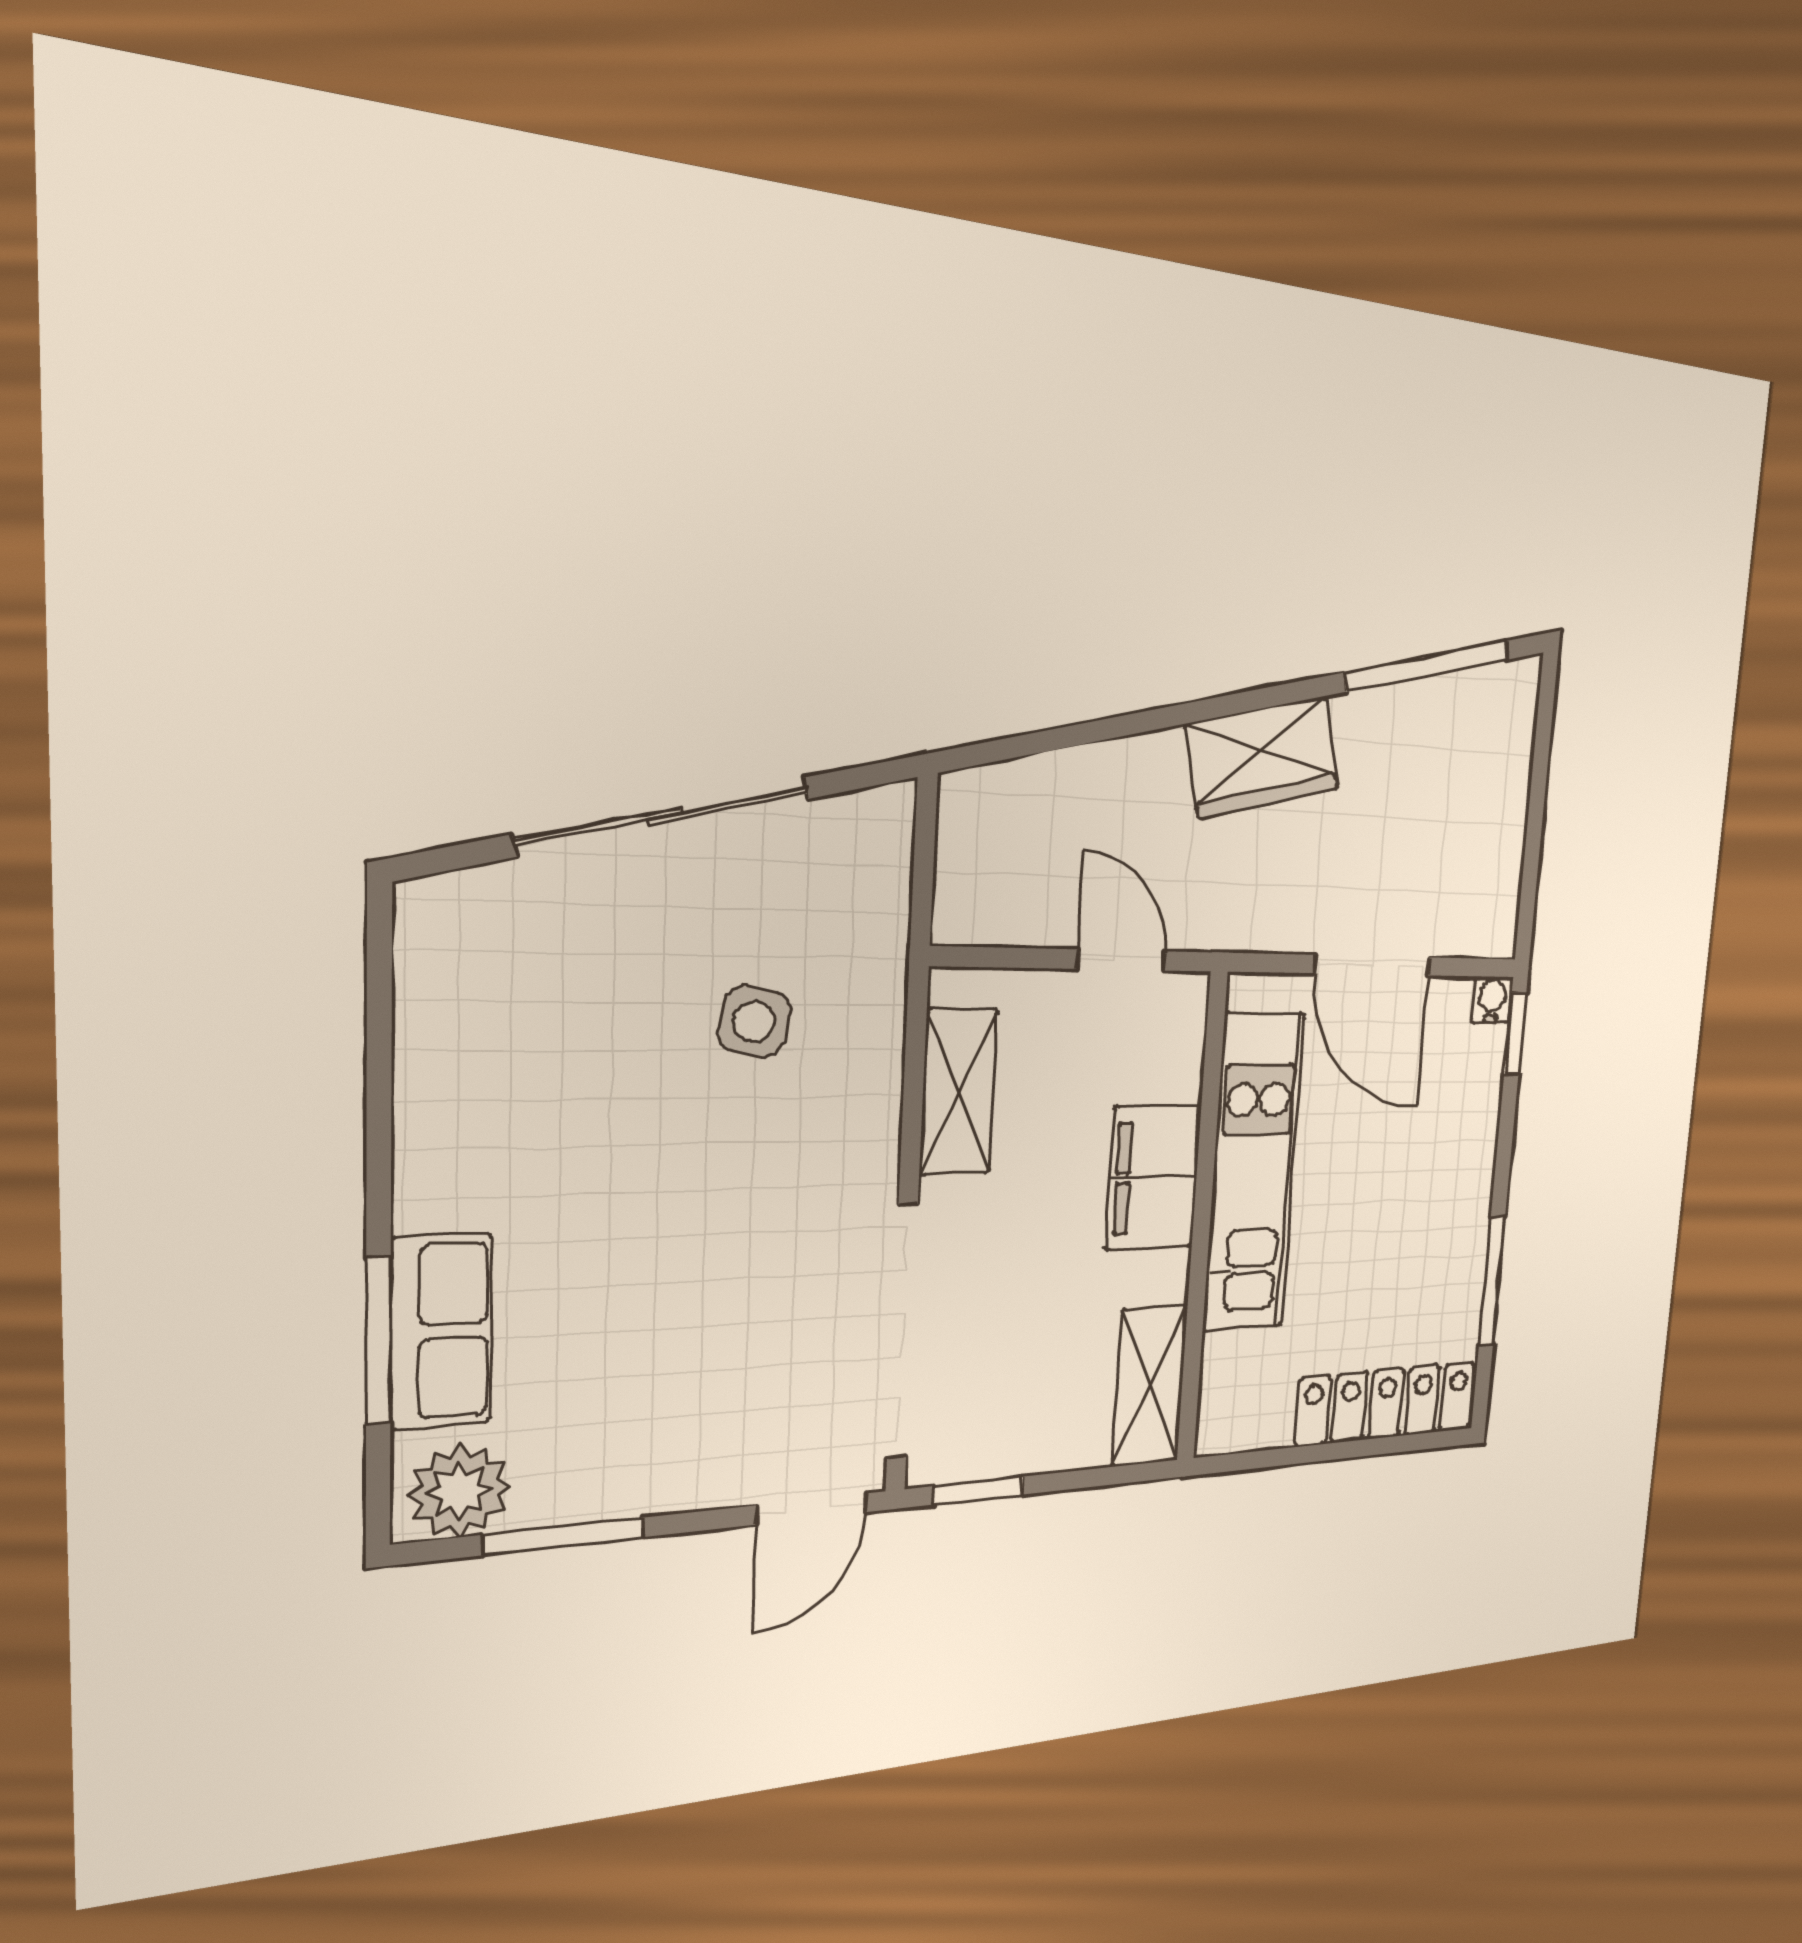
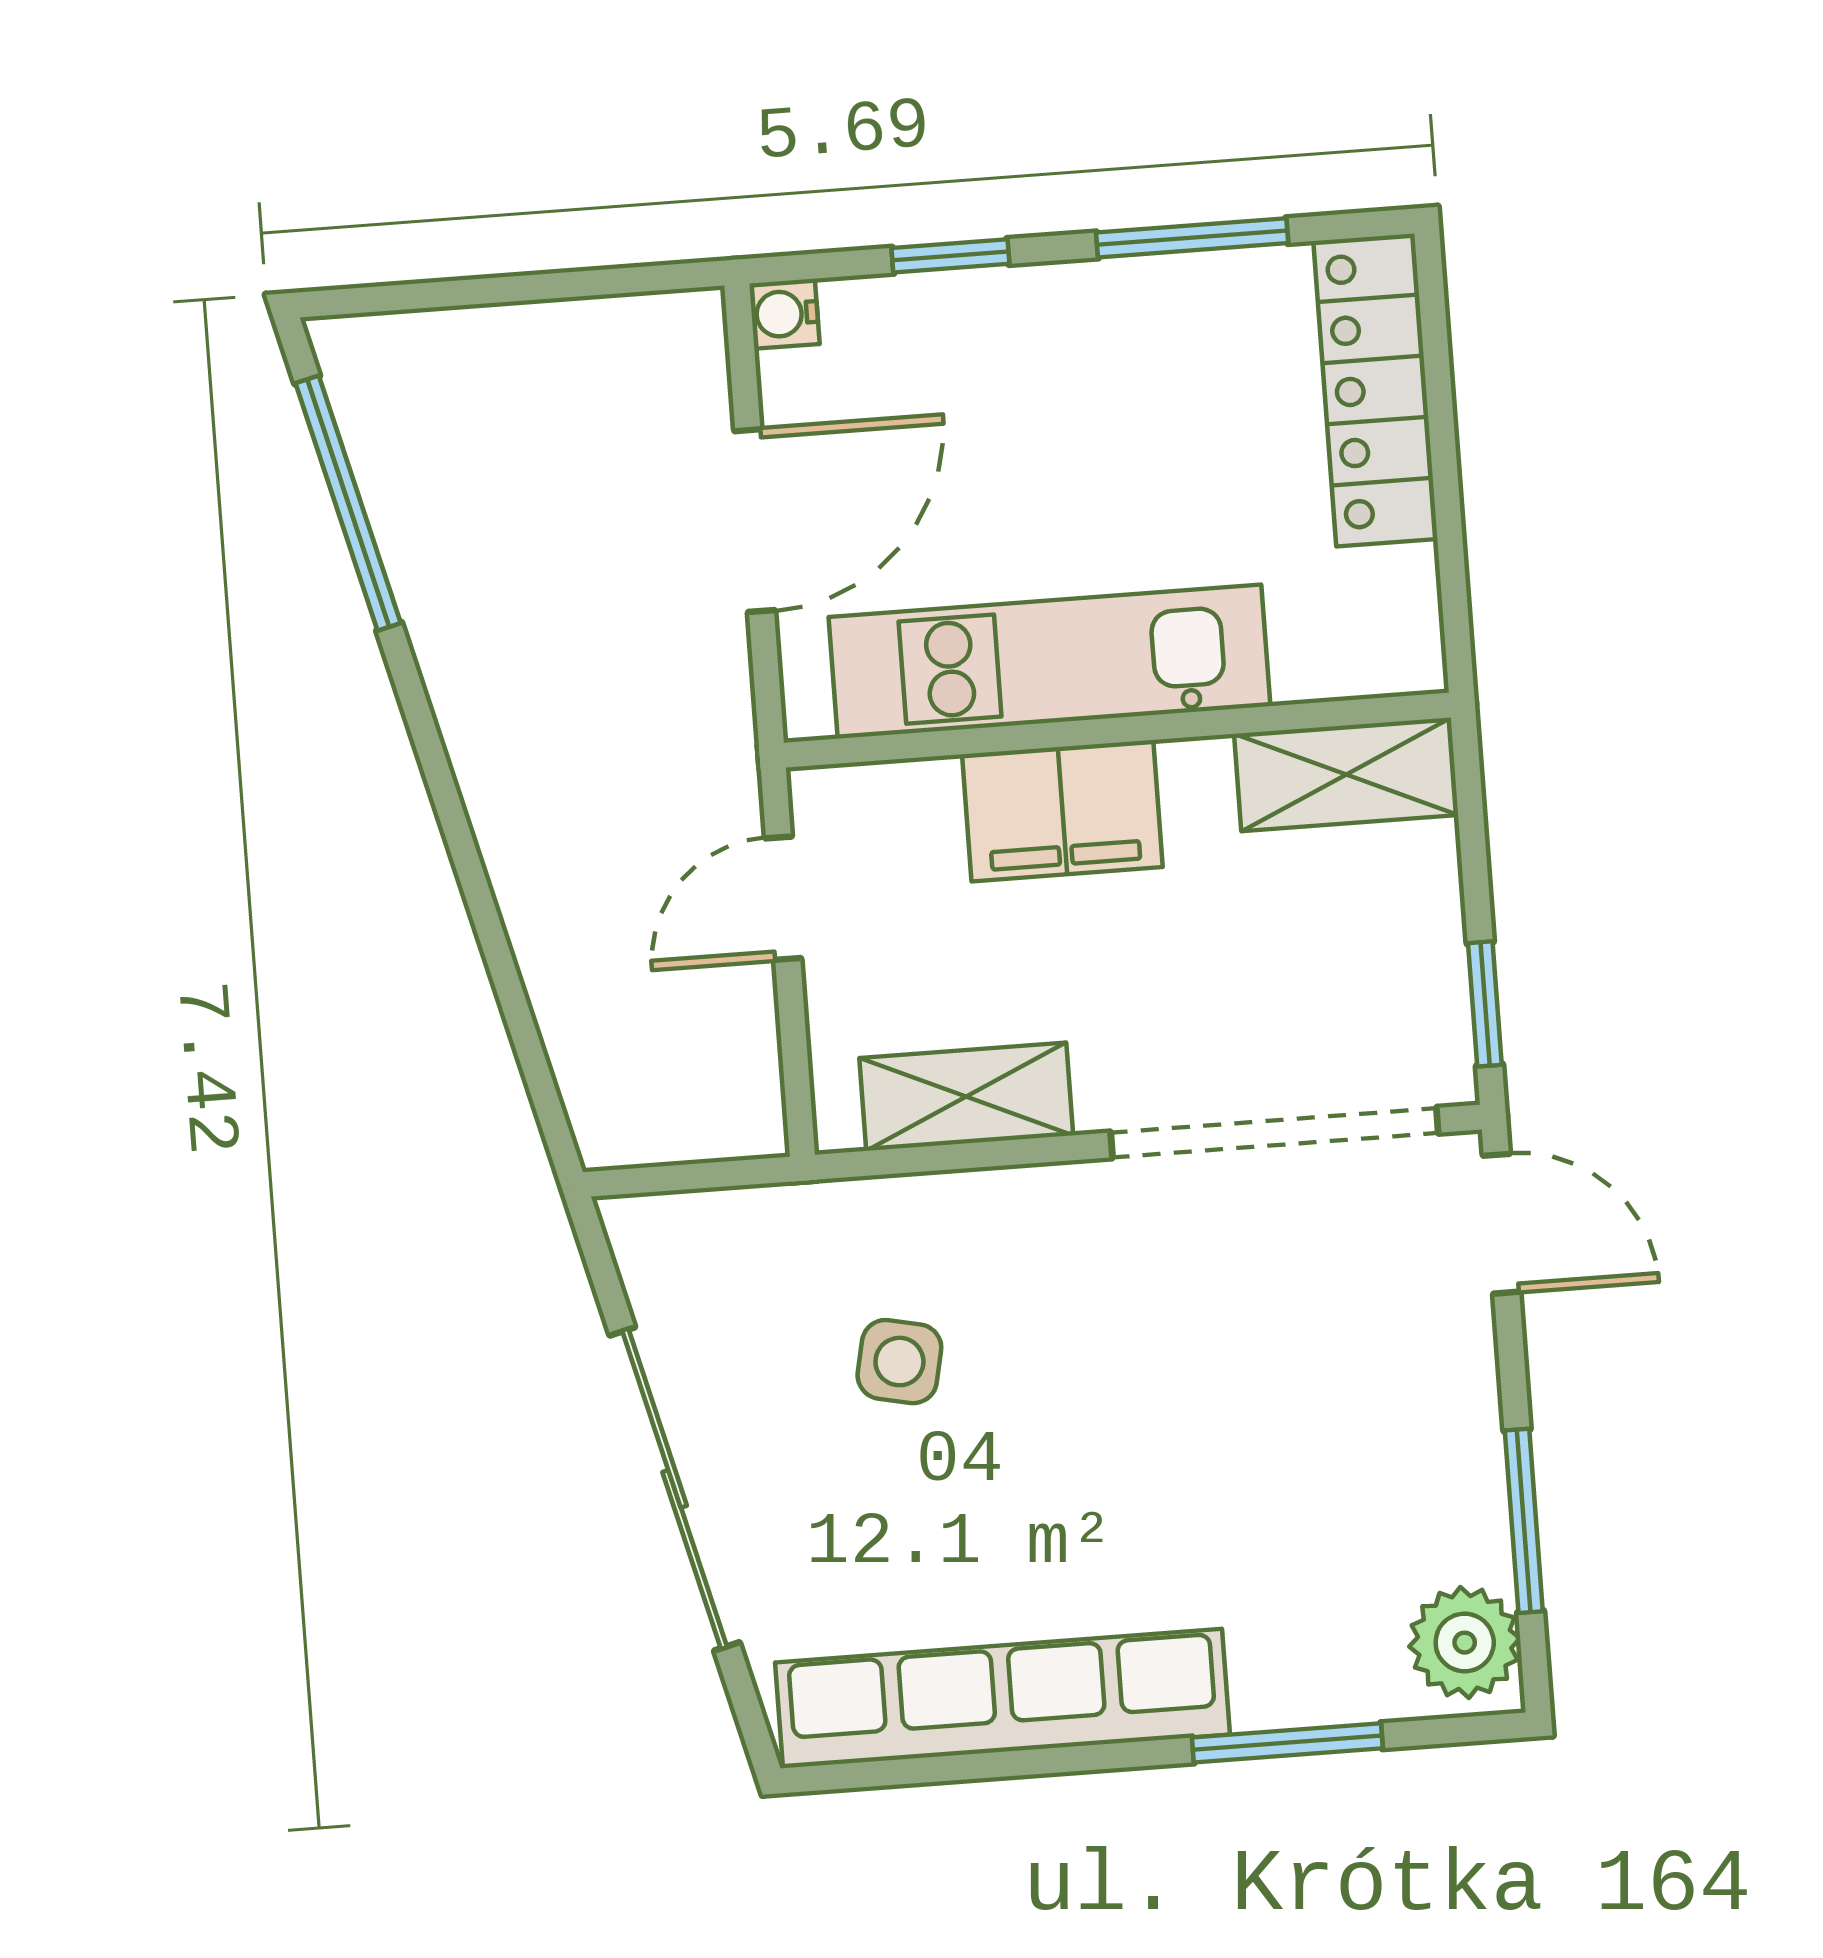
wardrobe: (1263, 757) -> (502, 734), removed
window: (1515, 1033) -> (950, 256), moved
row of seats: (441, 1331) -> (1002, 1699), moved, width x2.02

